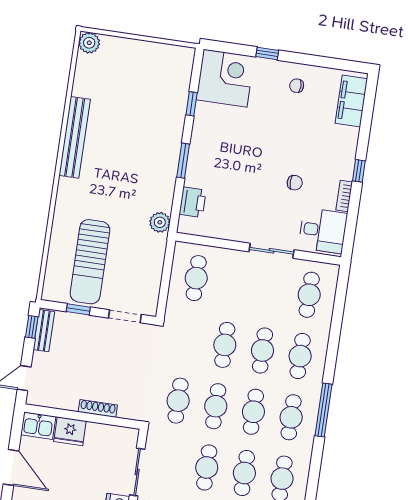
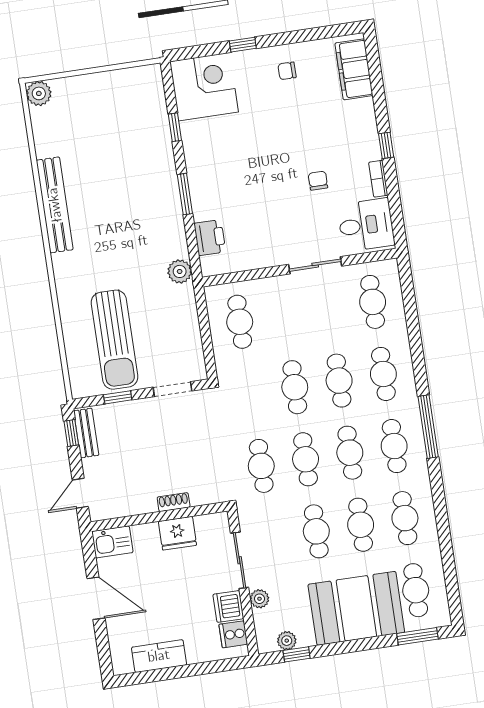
chair: (295, 183) -> (318, 181), turned -90
shoe rack: (98, 408) -> (174, 502), width x0.70
fridge: (70, 431) -> (177, 533), moved

